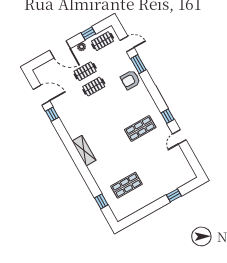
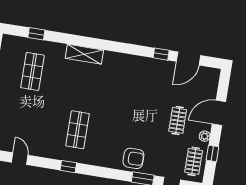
armchair: (130, 80) -> (133, 158), turned 90
clothes rail: (94, 87) -> (156, 117), removed
door: (179, 137) -> (20, 159), moved
shelving: (84, 151) -> (84, 54), moved

